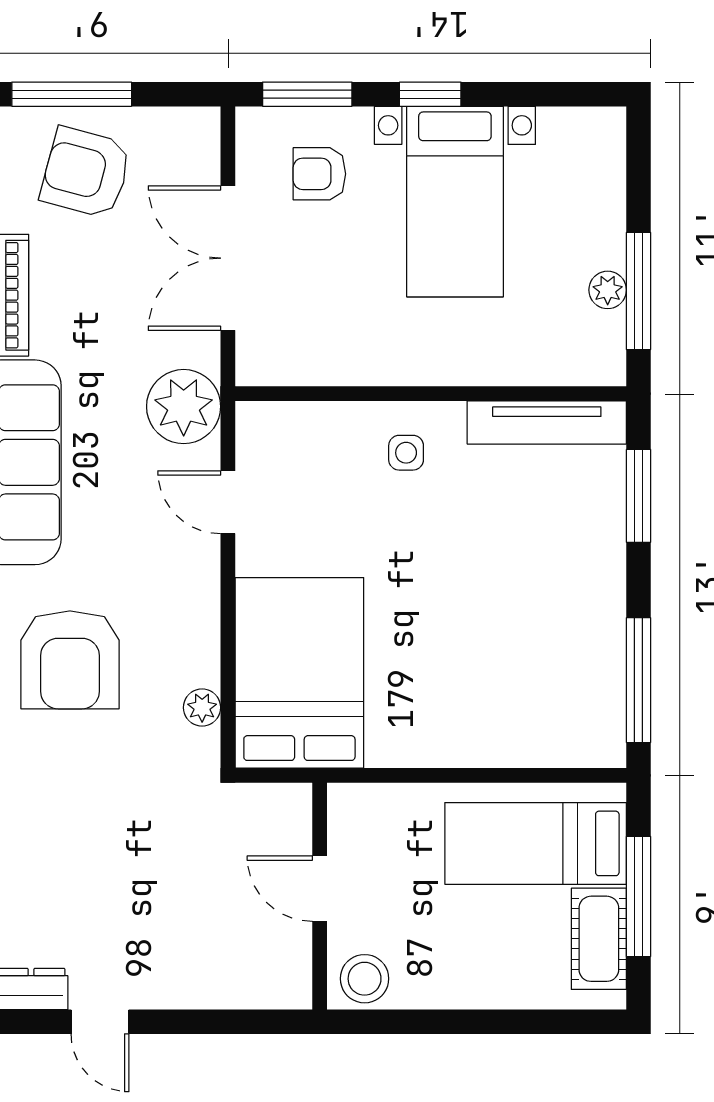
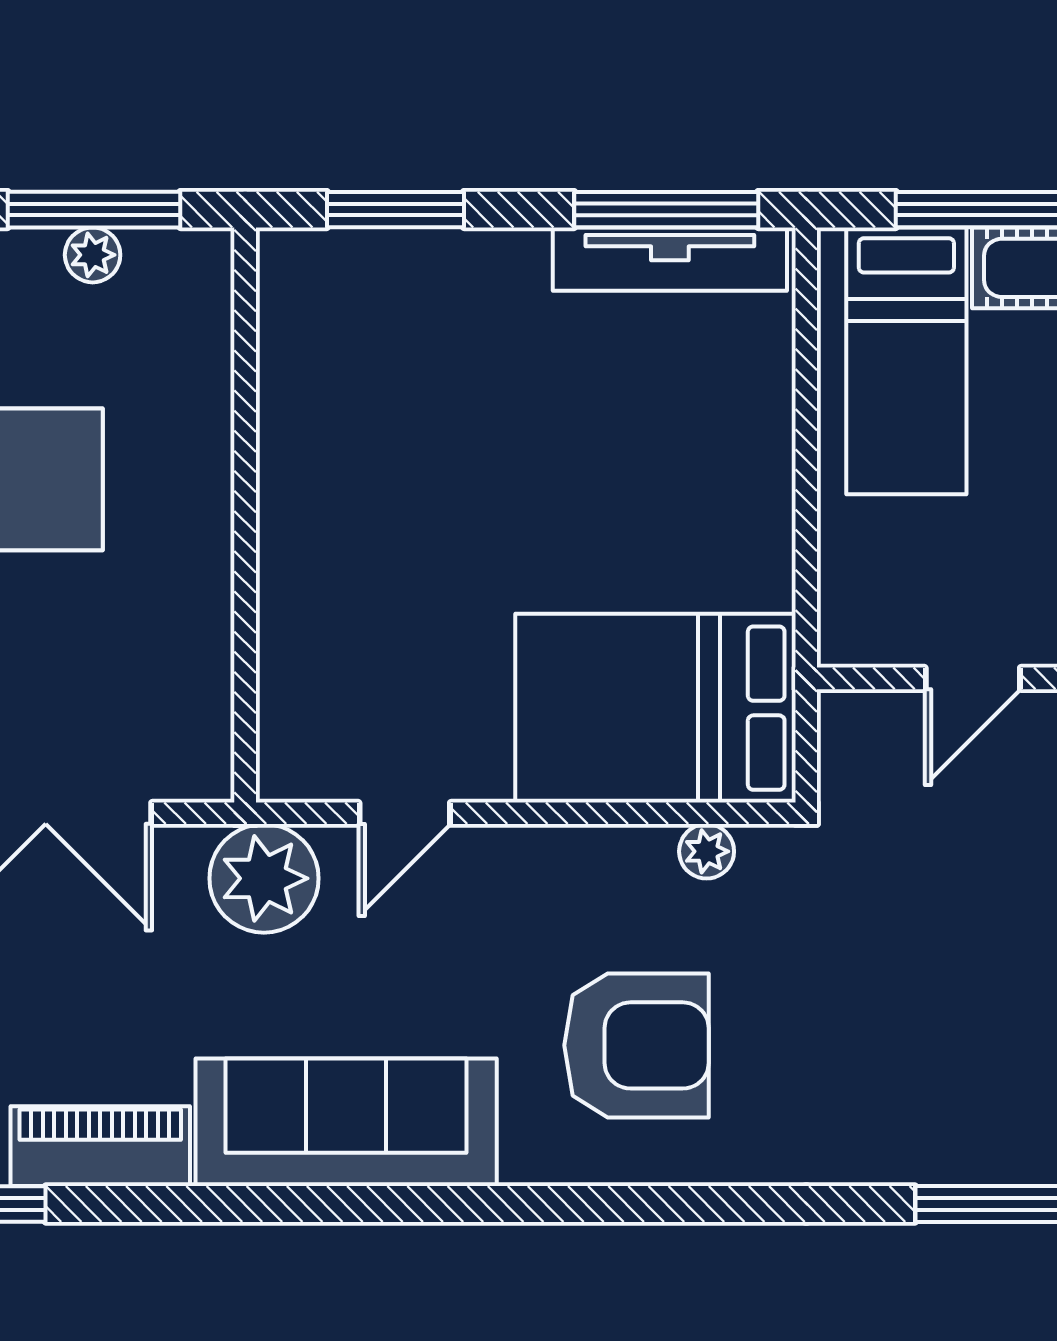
tv unit: (547, 423) -> (670, 259), moved, turned 90
side table: (406, 453) -> (332, 551), removed

